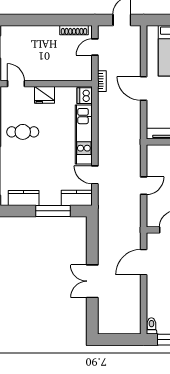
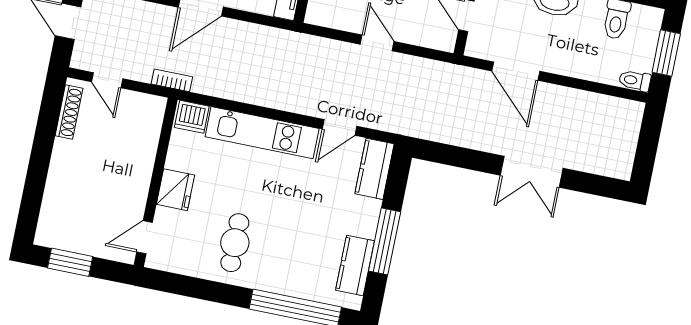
window: (53, 211) -> (385, 241), moved

